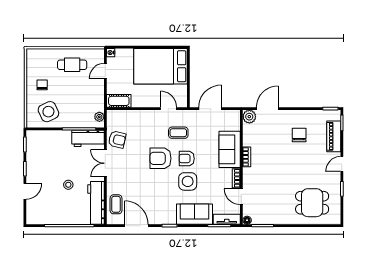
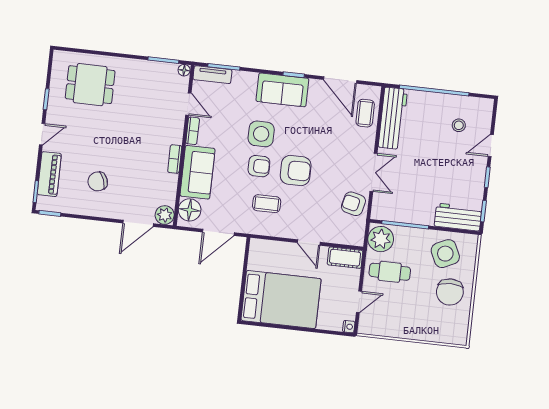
cafe table: (72, 65) -> (390, 272), moved
chair: (42, 85) -> (450, 292), width x1.87, depth x1.87
door: (169, 109) -> (309, 242), moved
plant: (99, 117) -> (381, 239), width x1.87, depth x1.87
floor lamp: (232, 122) -> (190, 210), added
chair: (299, 135) -> (98, 181), turned 69
workbench: (88, 138) -> (458, 217), moved
stool: (68, 185) -> (459, 125), moved
sofa: (194, 214) -> (282, 90), moved

